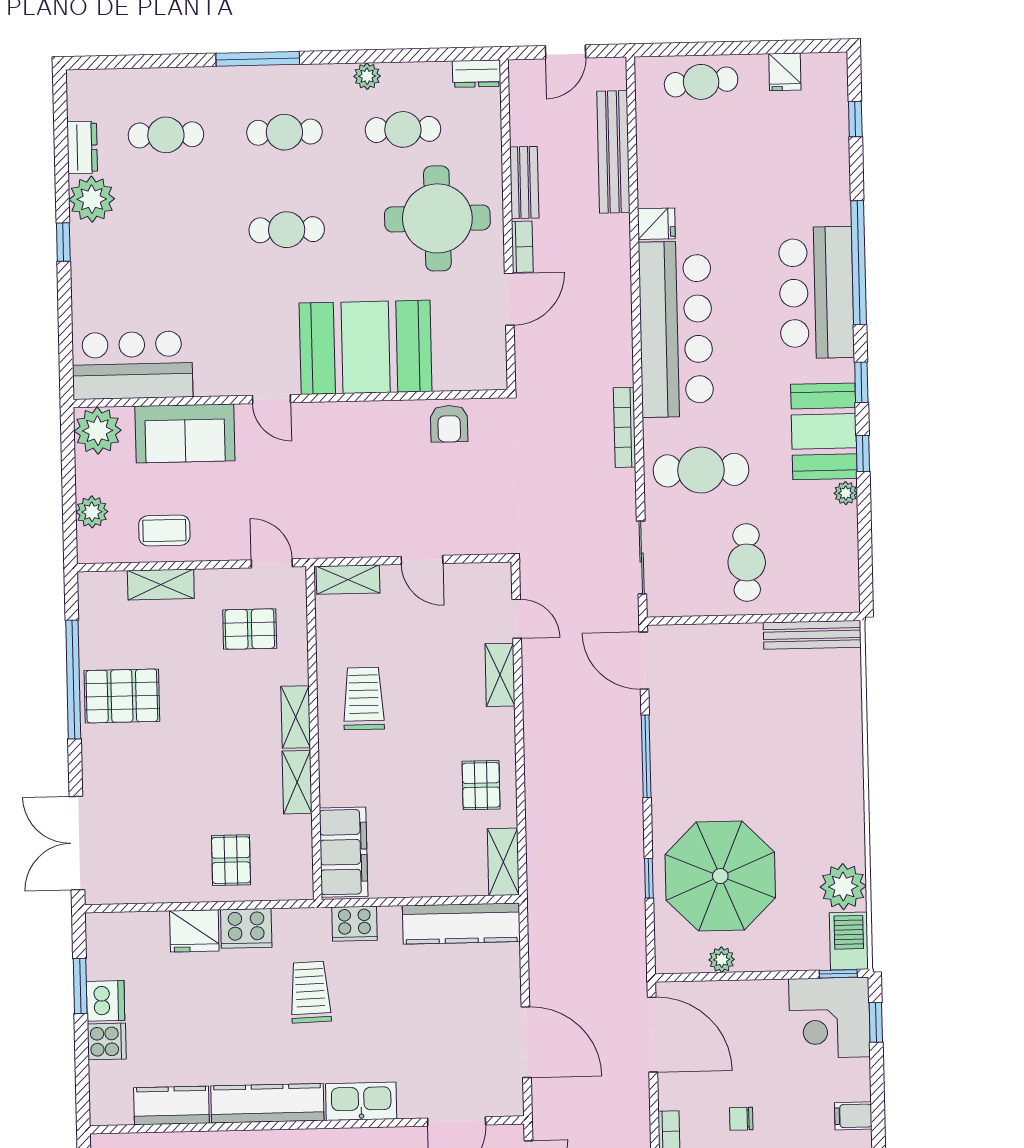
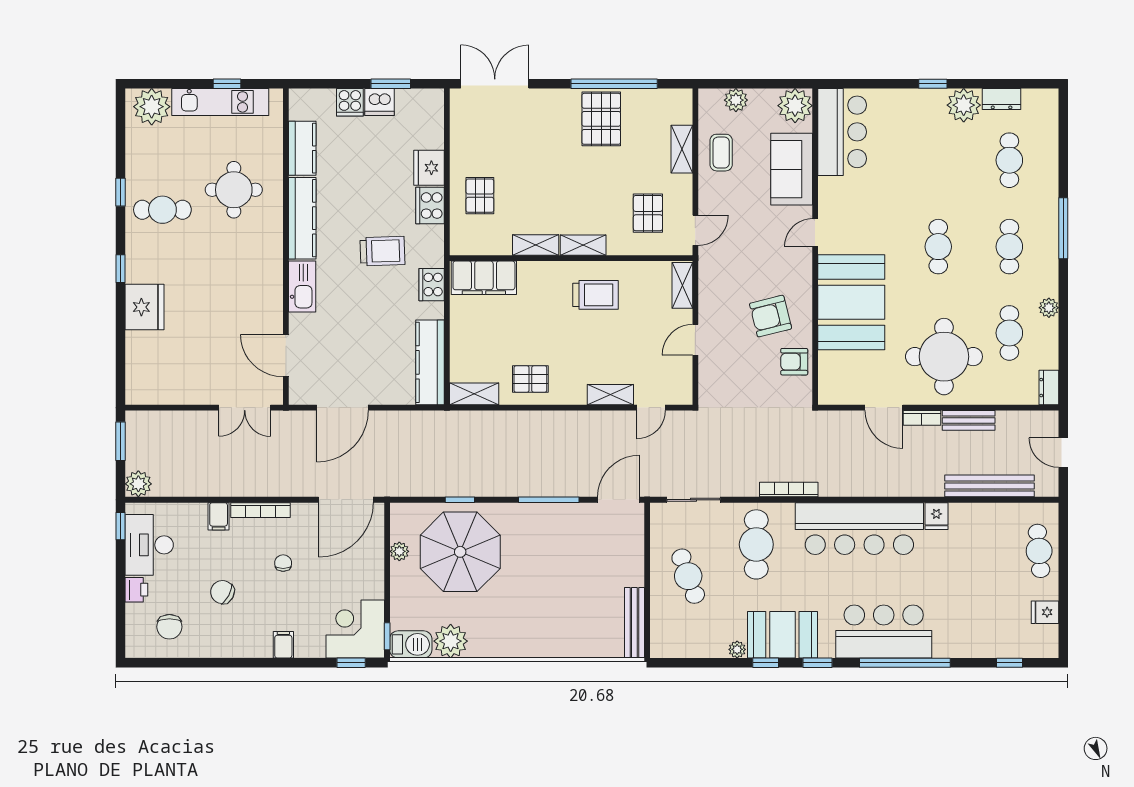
armchair: (387, 458) -> (771, 316), added
cafe table: (747, 563) -> (688, 576), turned 70
pallet: (231, 860) -> (480, 196), turned 90

